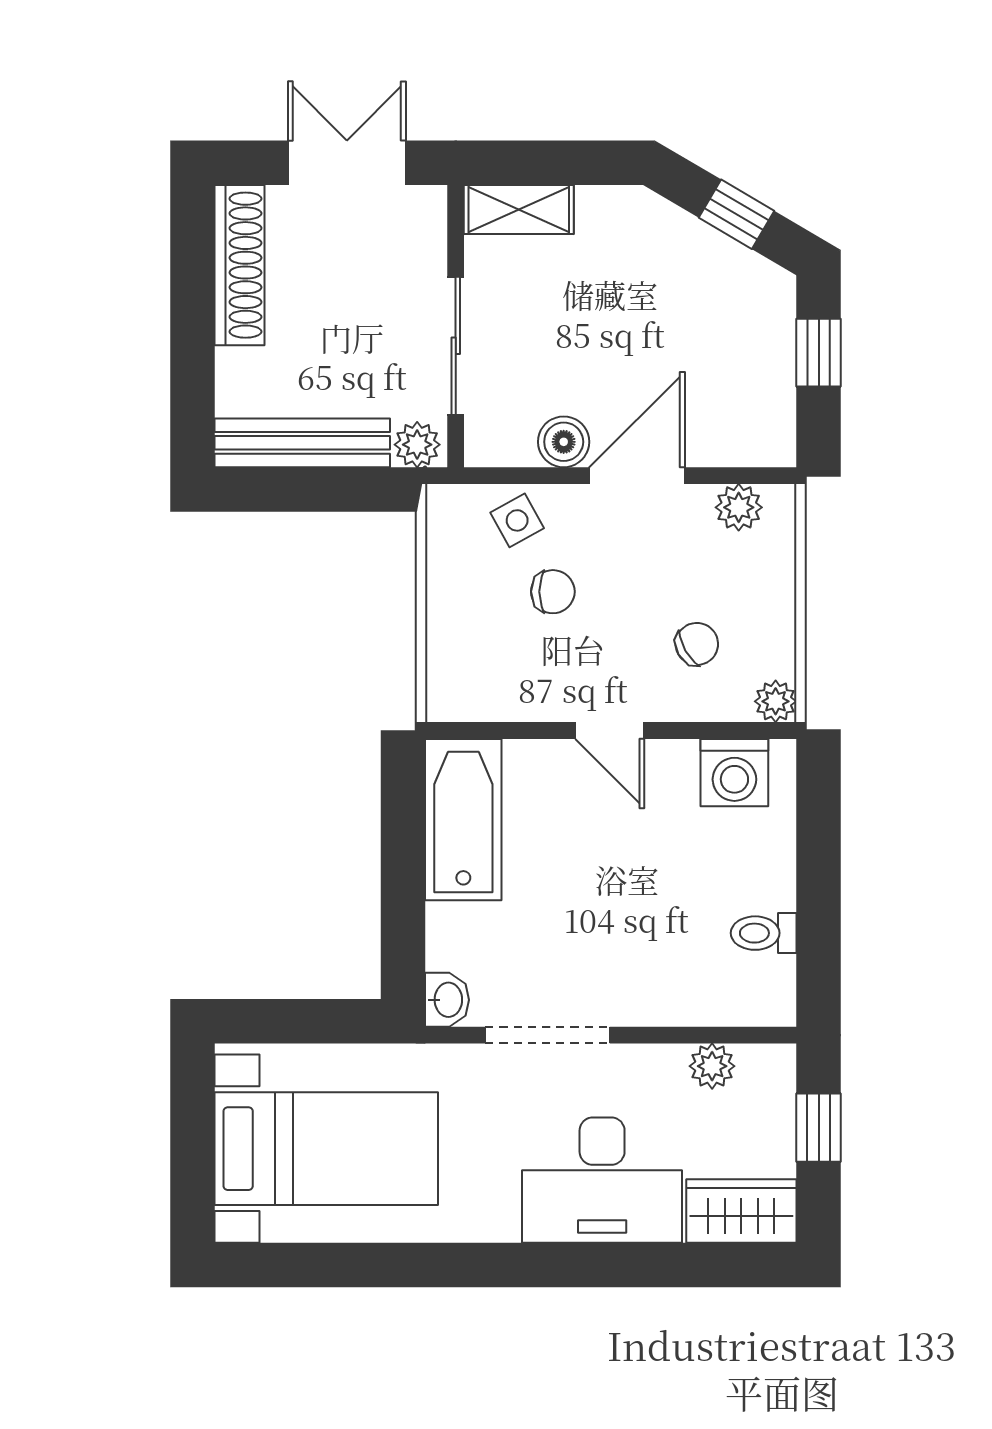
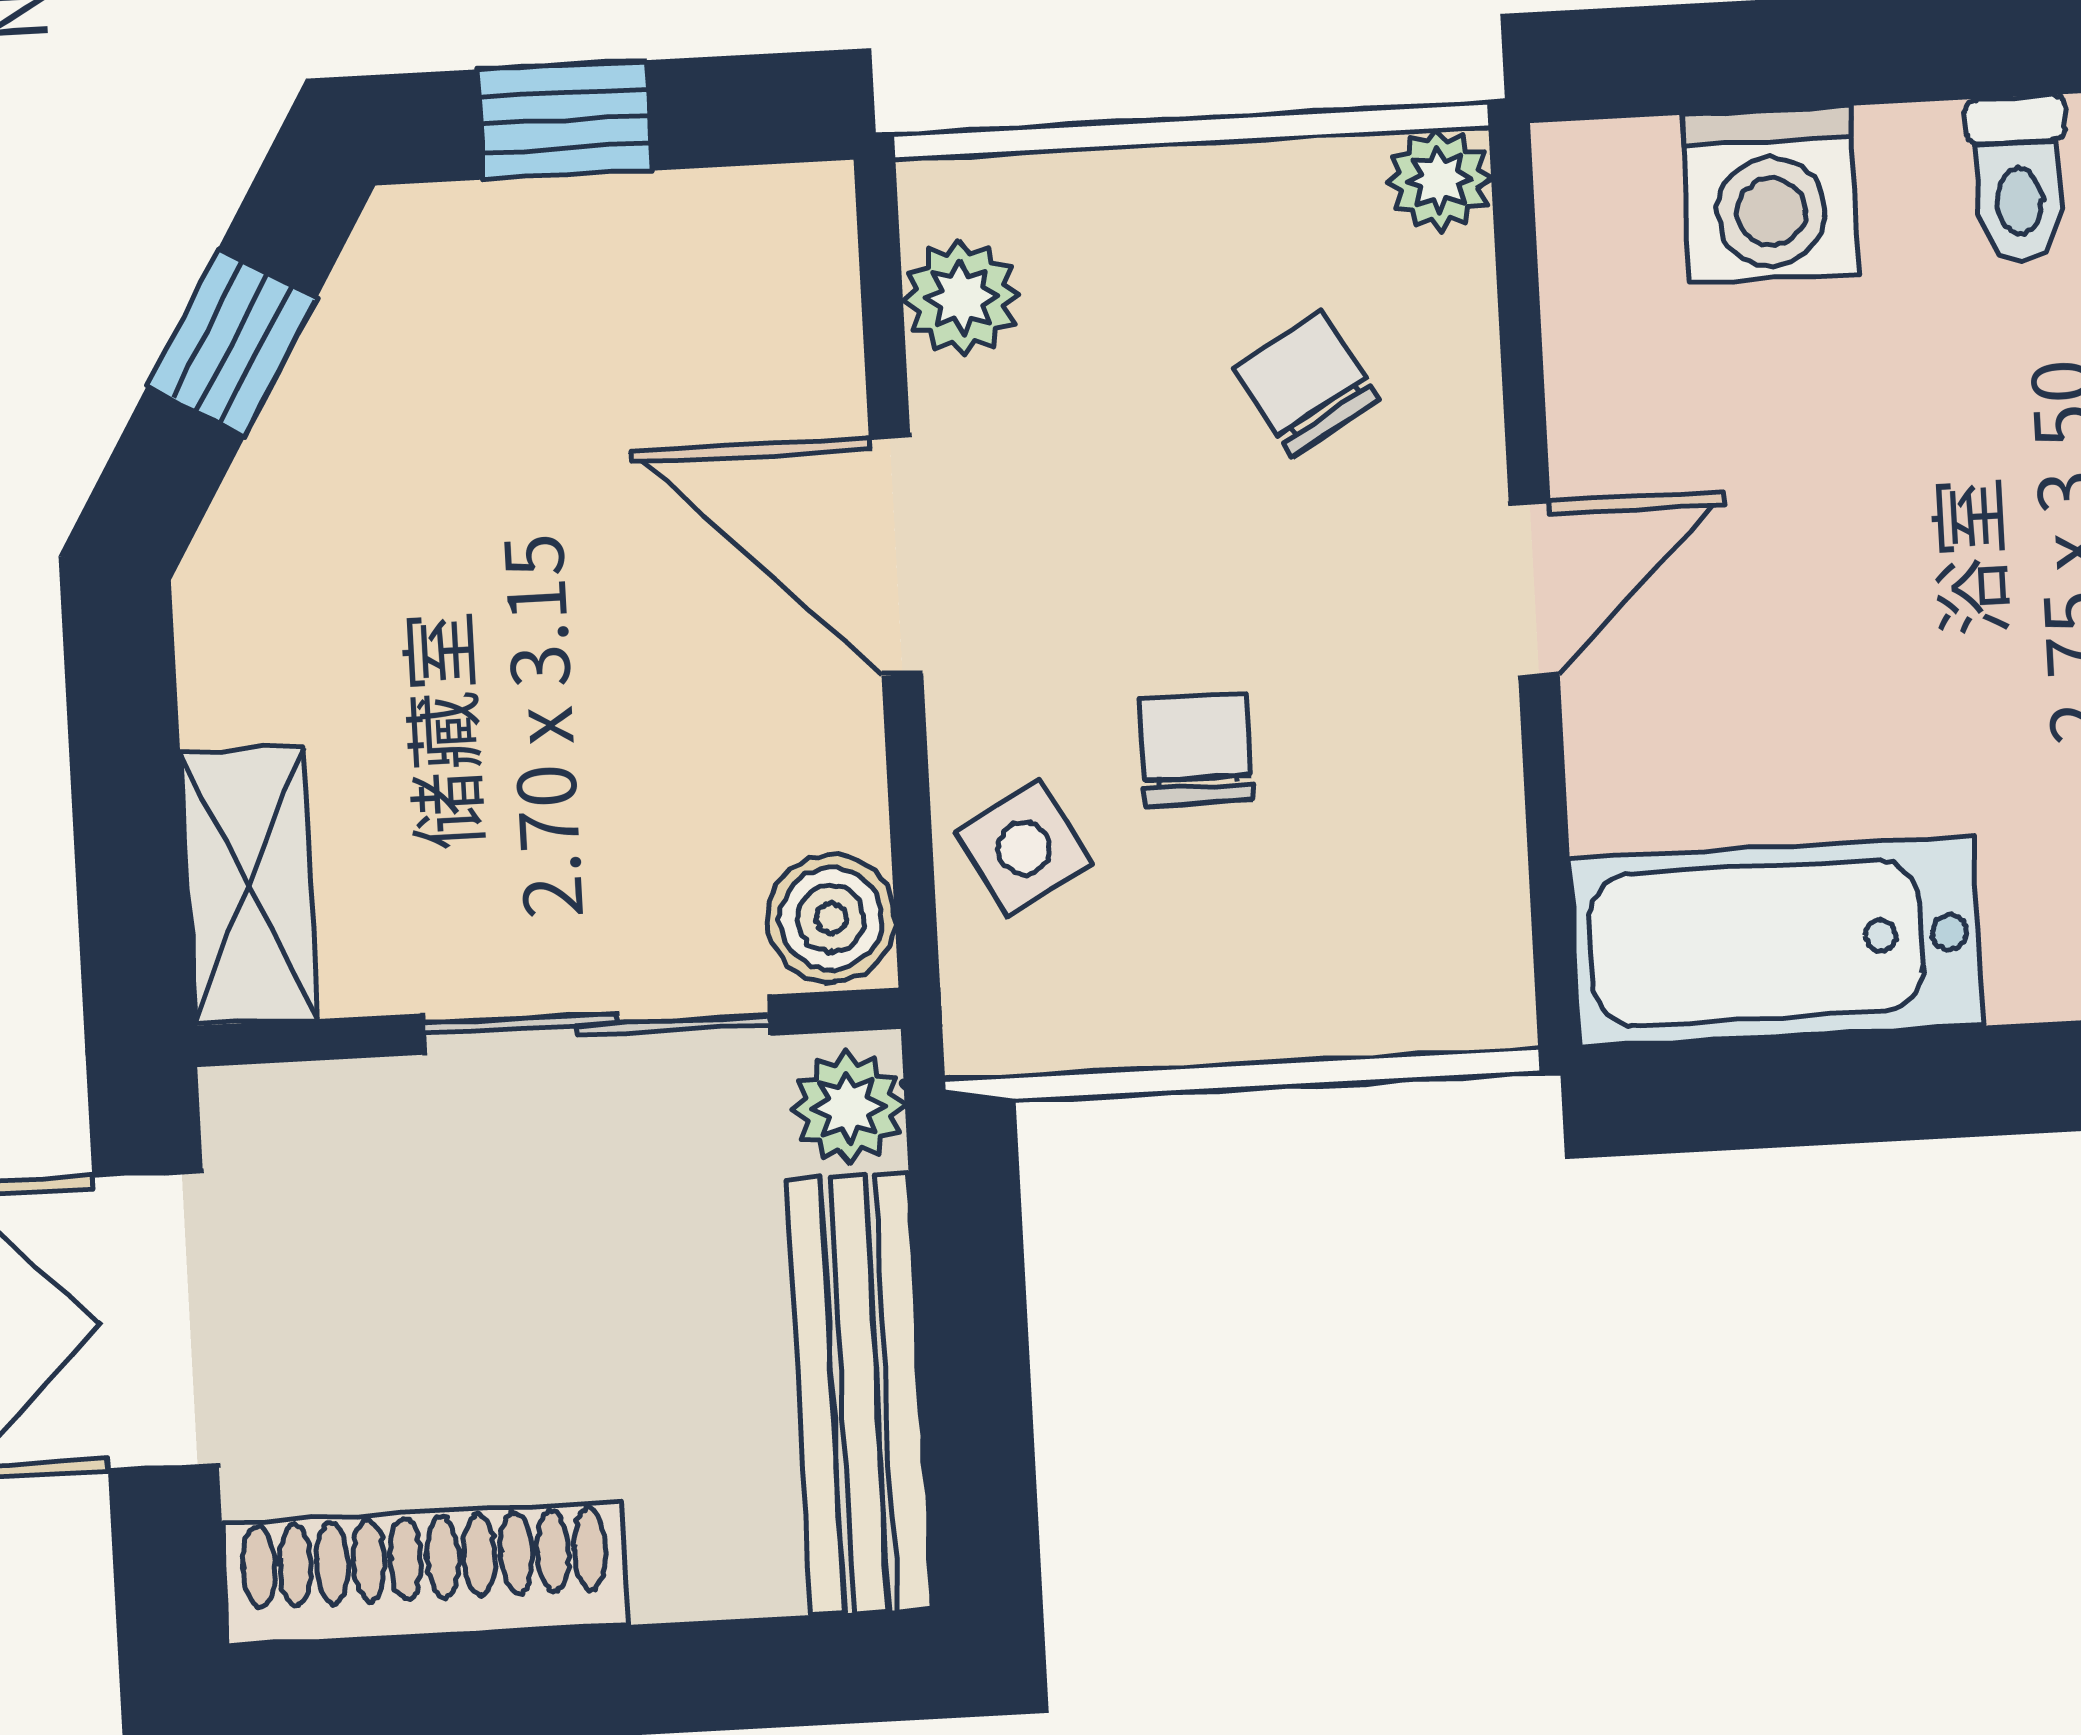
boiler: (564, 442) -> (831, 918), moved
washing machine: (734, 773) -> (1770, 195), moved, turned 90

